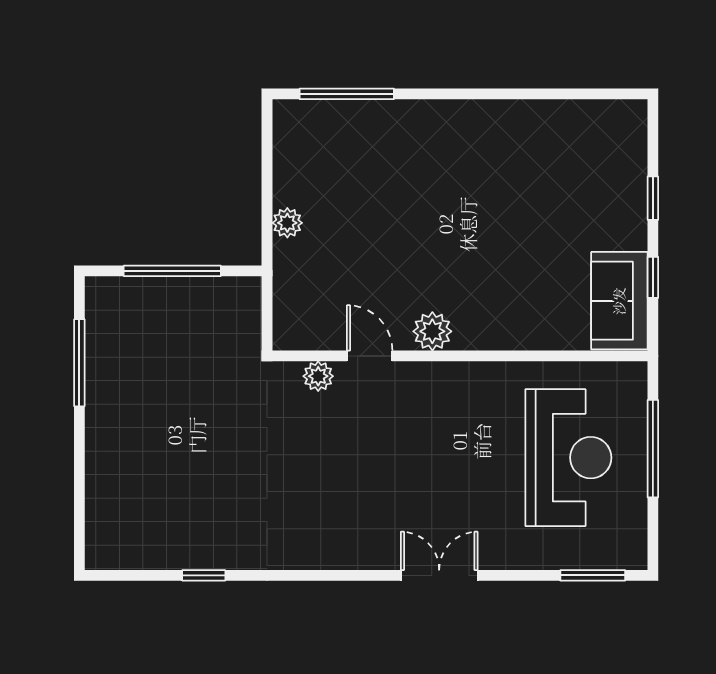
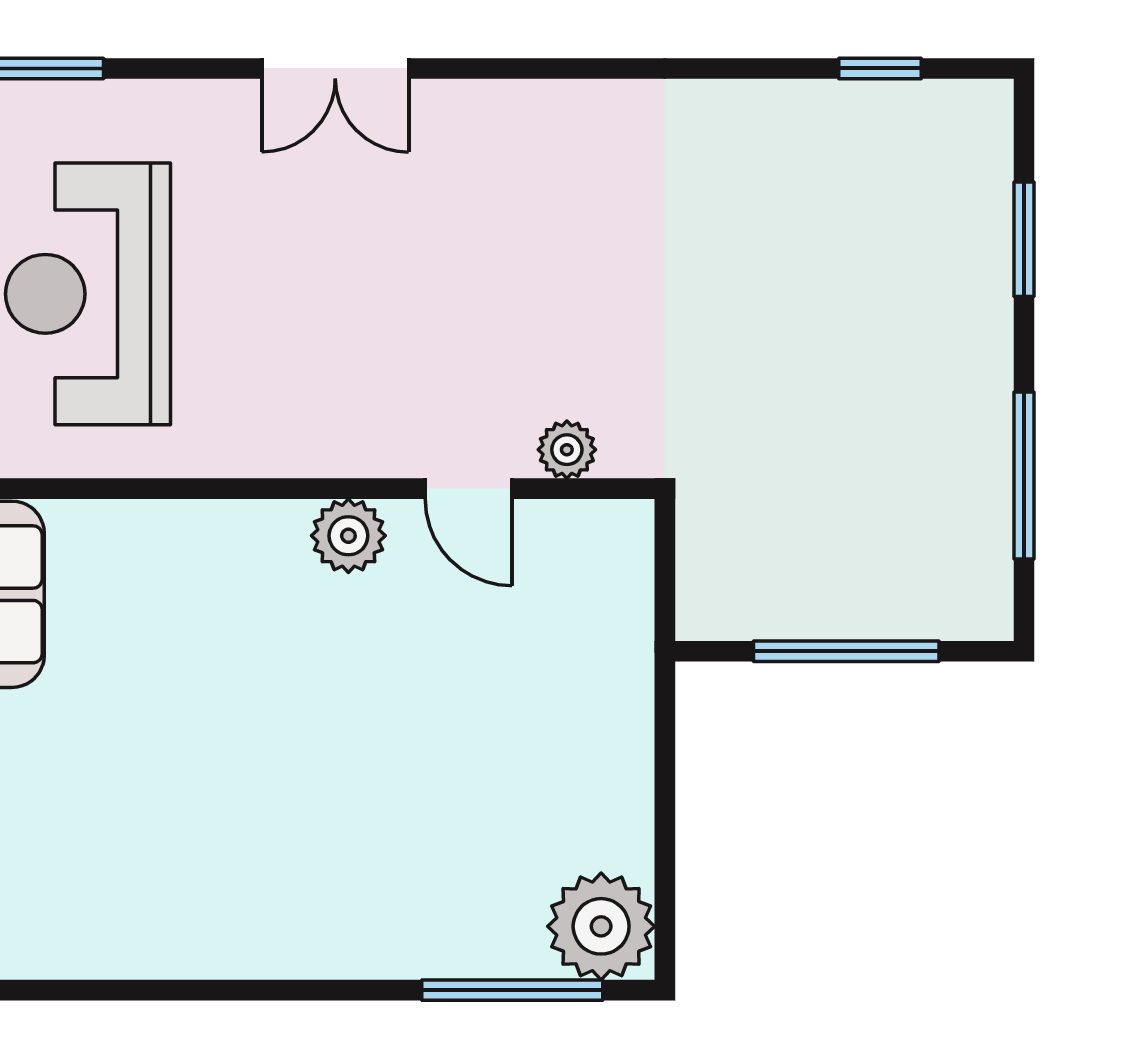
plant: (287, 223) -> (601, 926), moved, width x1.87, depth x1.87
window: (79, 486) -> (1024, 239), added
window: (204, 575) -> (880, 68), moved

